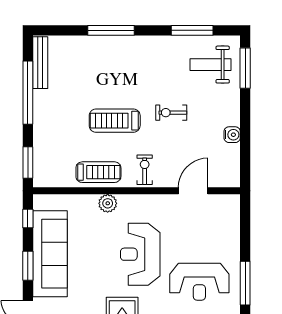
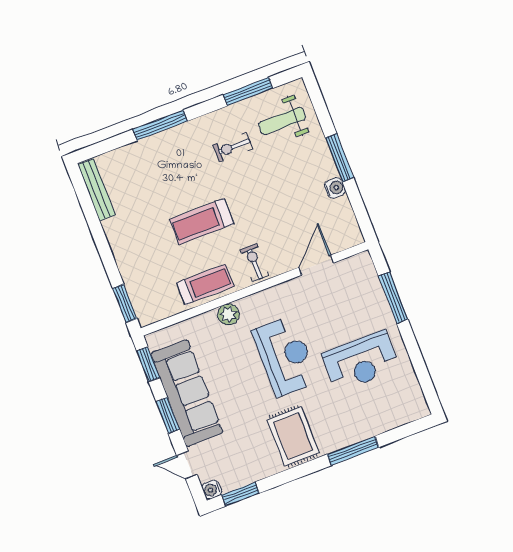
window: (245, 68) -> (340, 158), moved
window: (28, 93) -> (96, 227), removed
exercise bike: (171, 113) -> (233, 147), moved
window: (28, 218) -> (148, 364), width x1.50
reception desk: (140, 254) -> (285, 356), turned 180
window: (245, 283) -> (393, 298), moved

